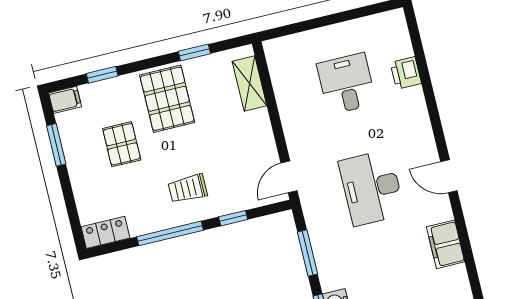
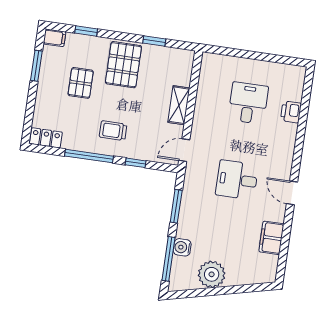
shelving: (249, 83) -> (179, 105), moved
desk: (372, 188) -> (237, 180), width x0.73

